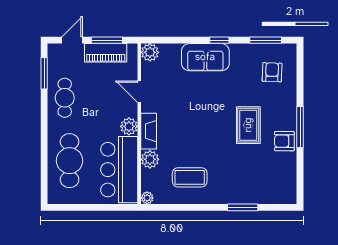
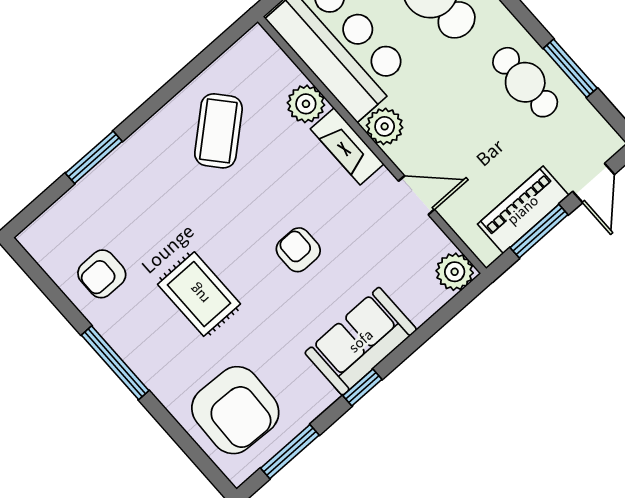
armchair: (272, 72) -> (235, 410), width x1.88, depth x1.88
window: (44, 73) -> (570, 68), moved
armchair: (199, 110) -> (298, 250), added
armchair: (284, 141) -> (102, 274), moved, turned 180
coffee table: (190, 177) -> (218, 131), turned -41
plant: (147, 198) -> (257, 40), removed

